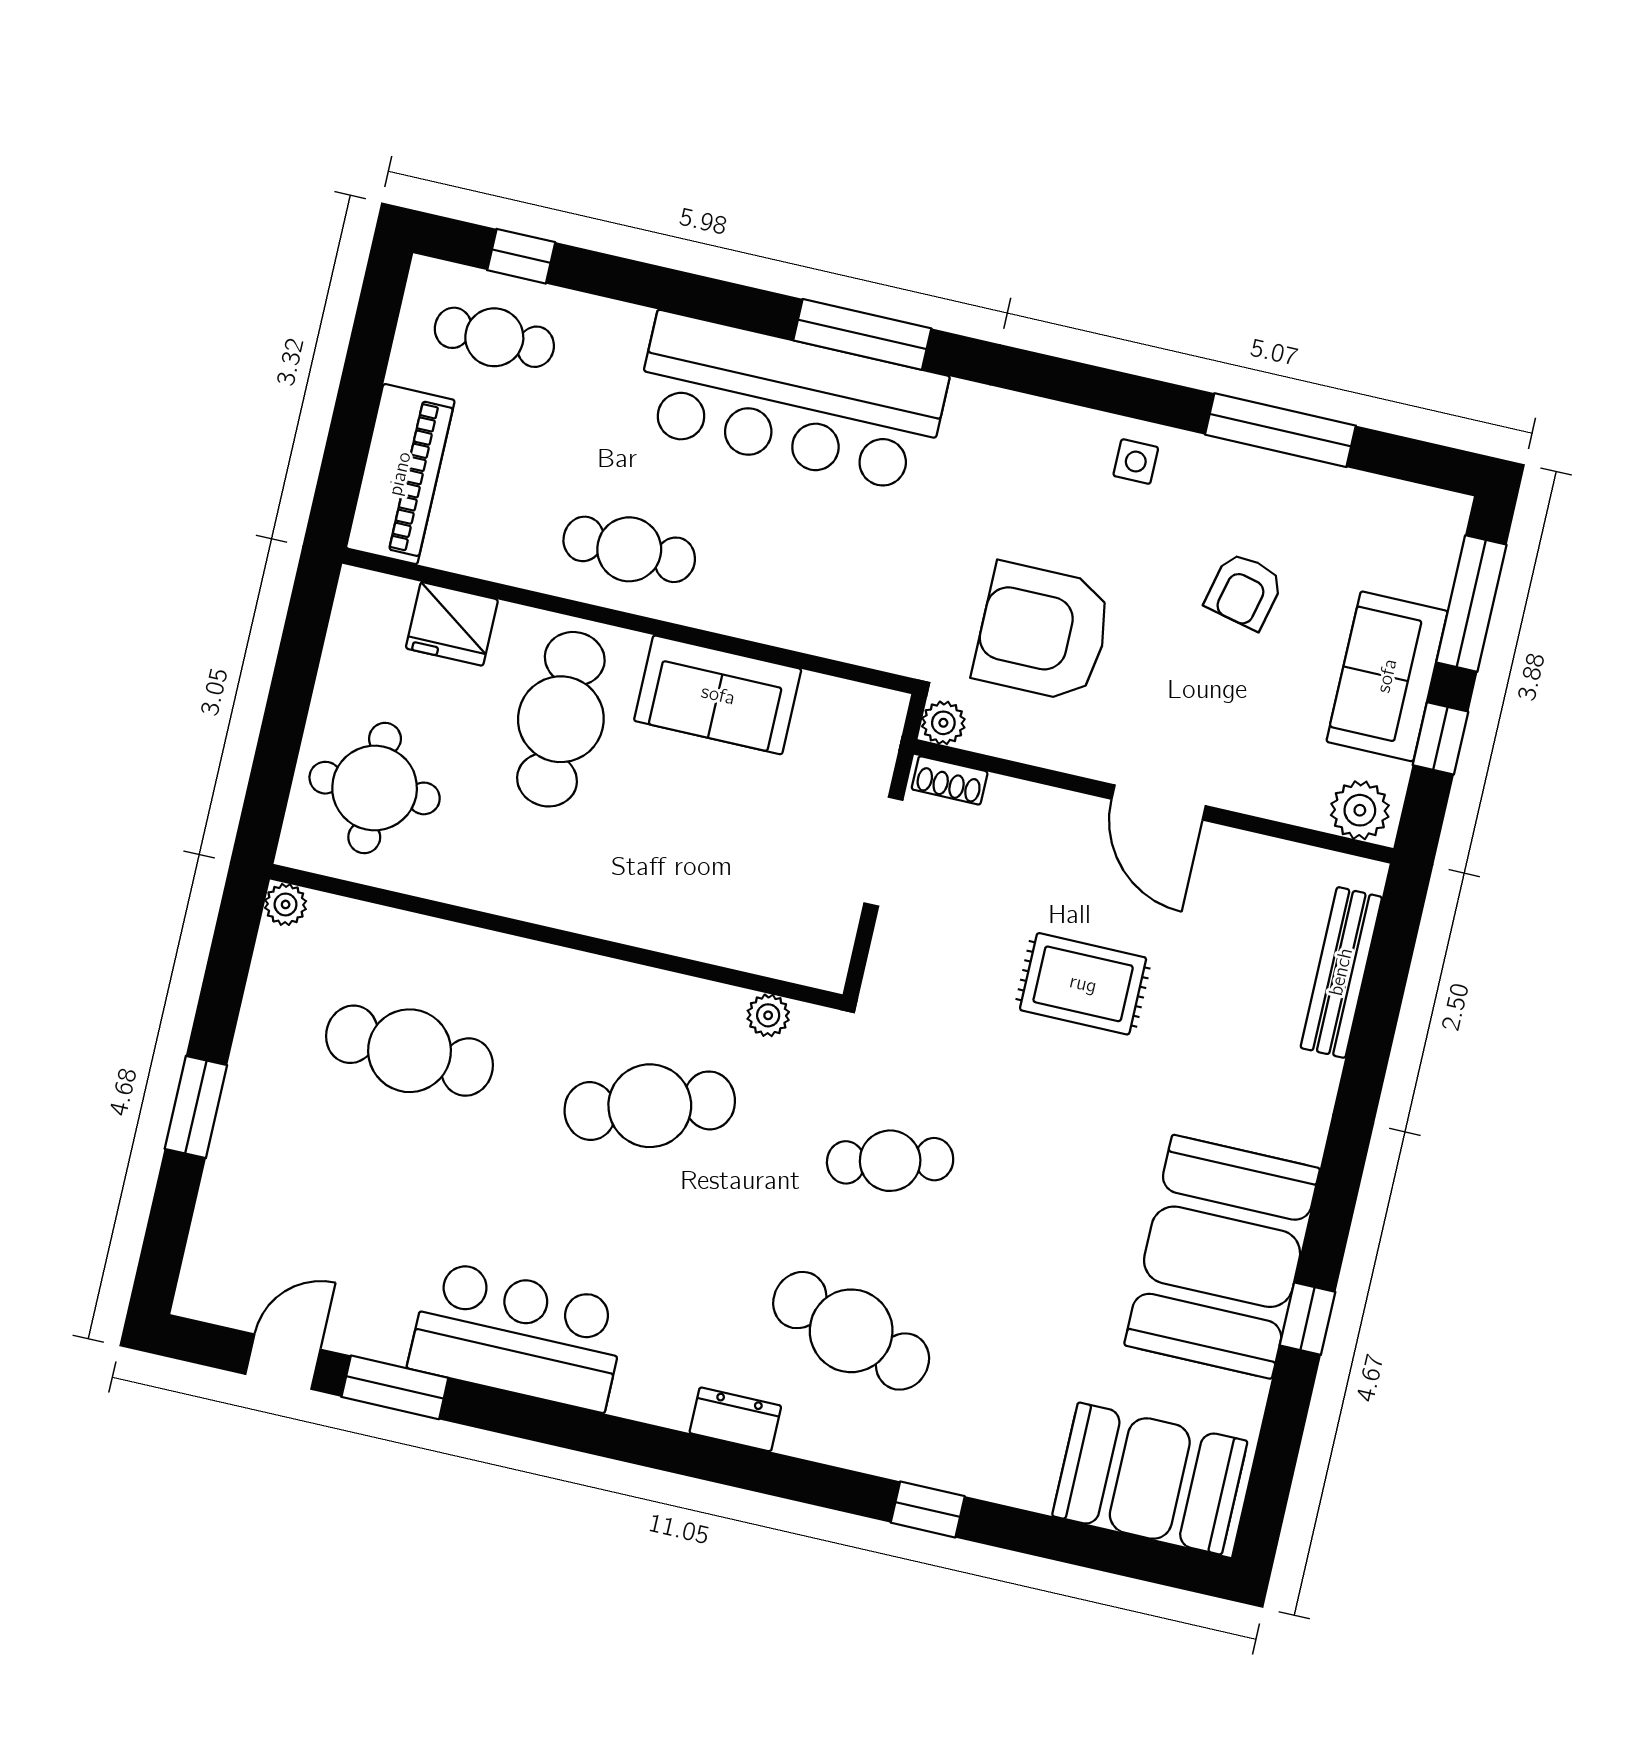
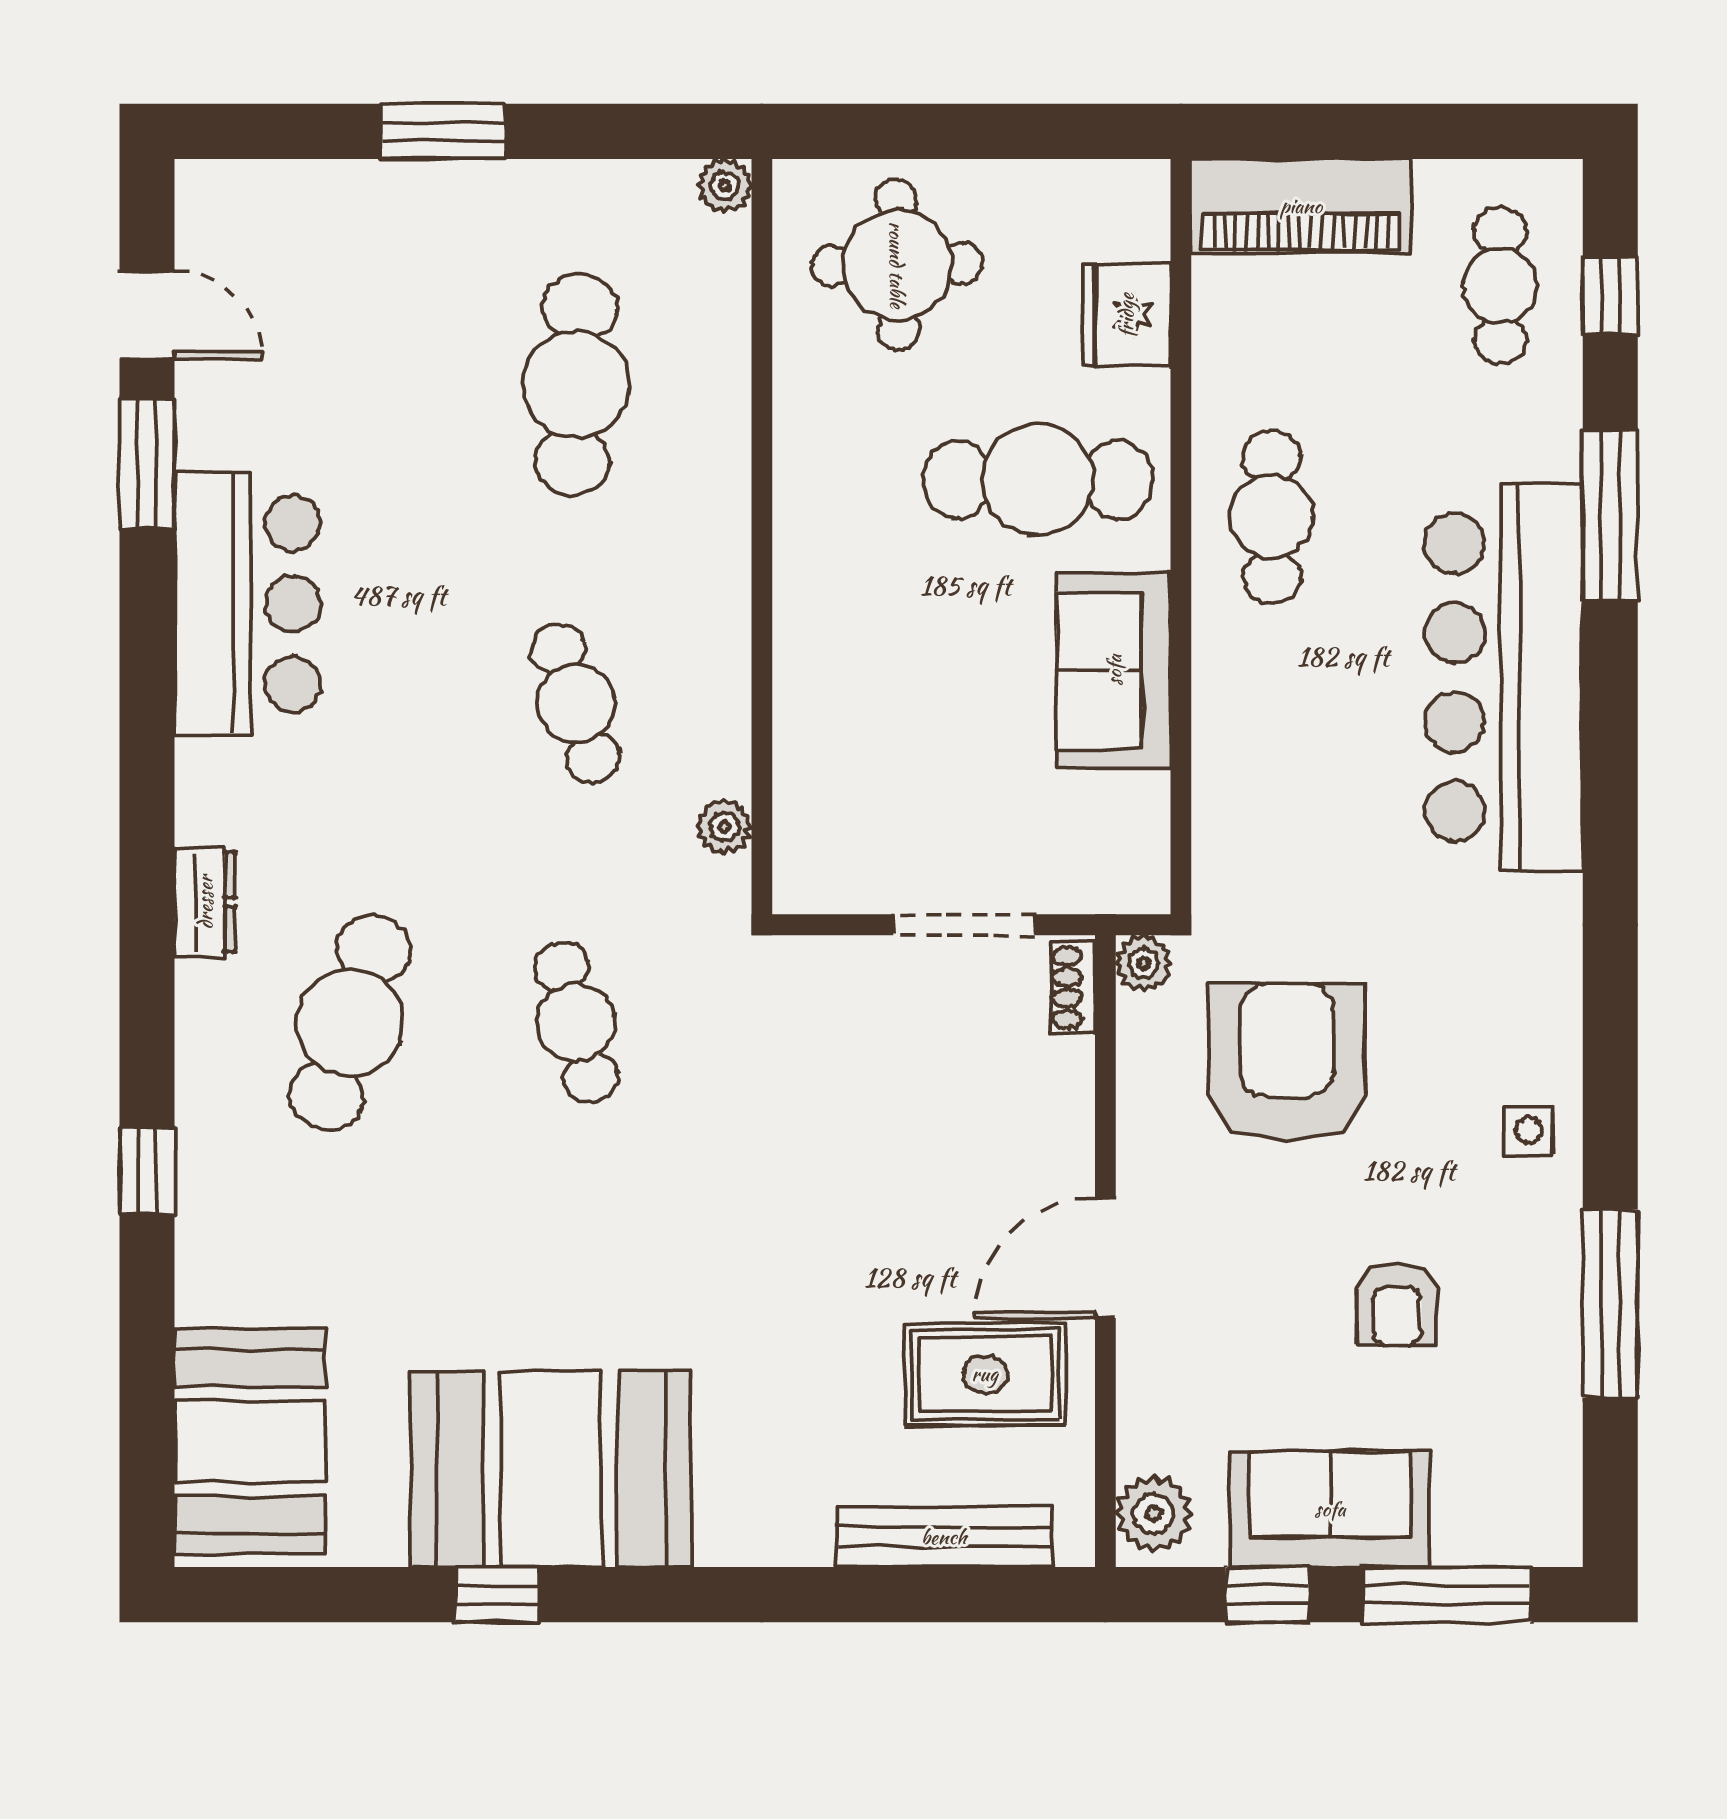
window: (862, 334) -> (1610, 516), moved
armchair: (1244, 591) -> (1397, 1305), turned -103
rug: (1083, 984) -> (985, 1374), moved, turned 90
cafe table: (650, 1106) -> (576, 703), width x0.73, depth x0.74

